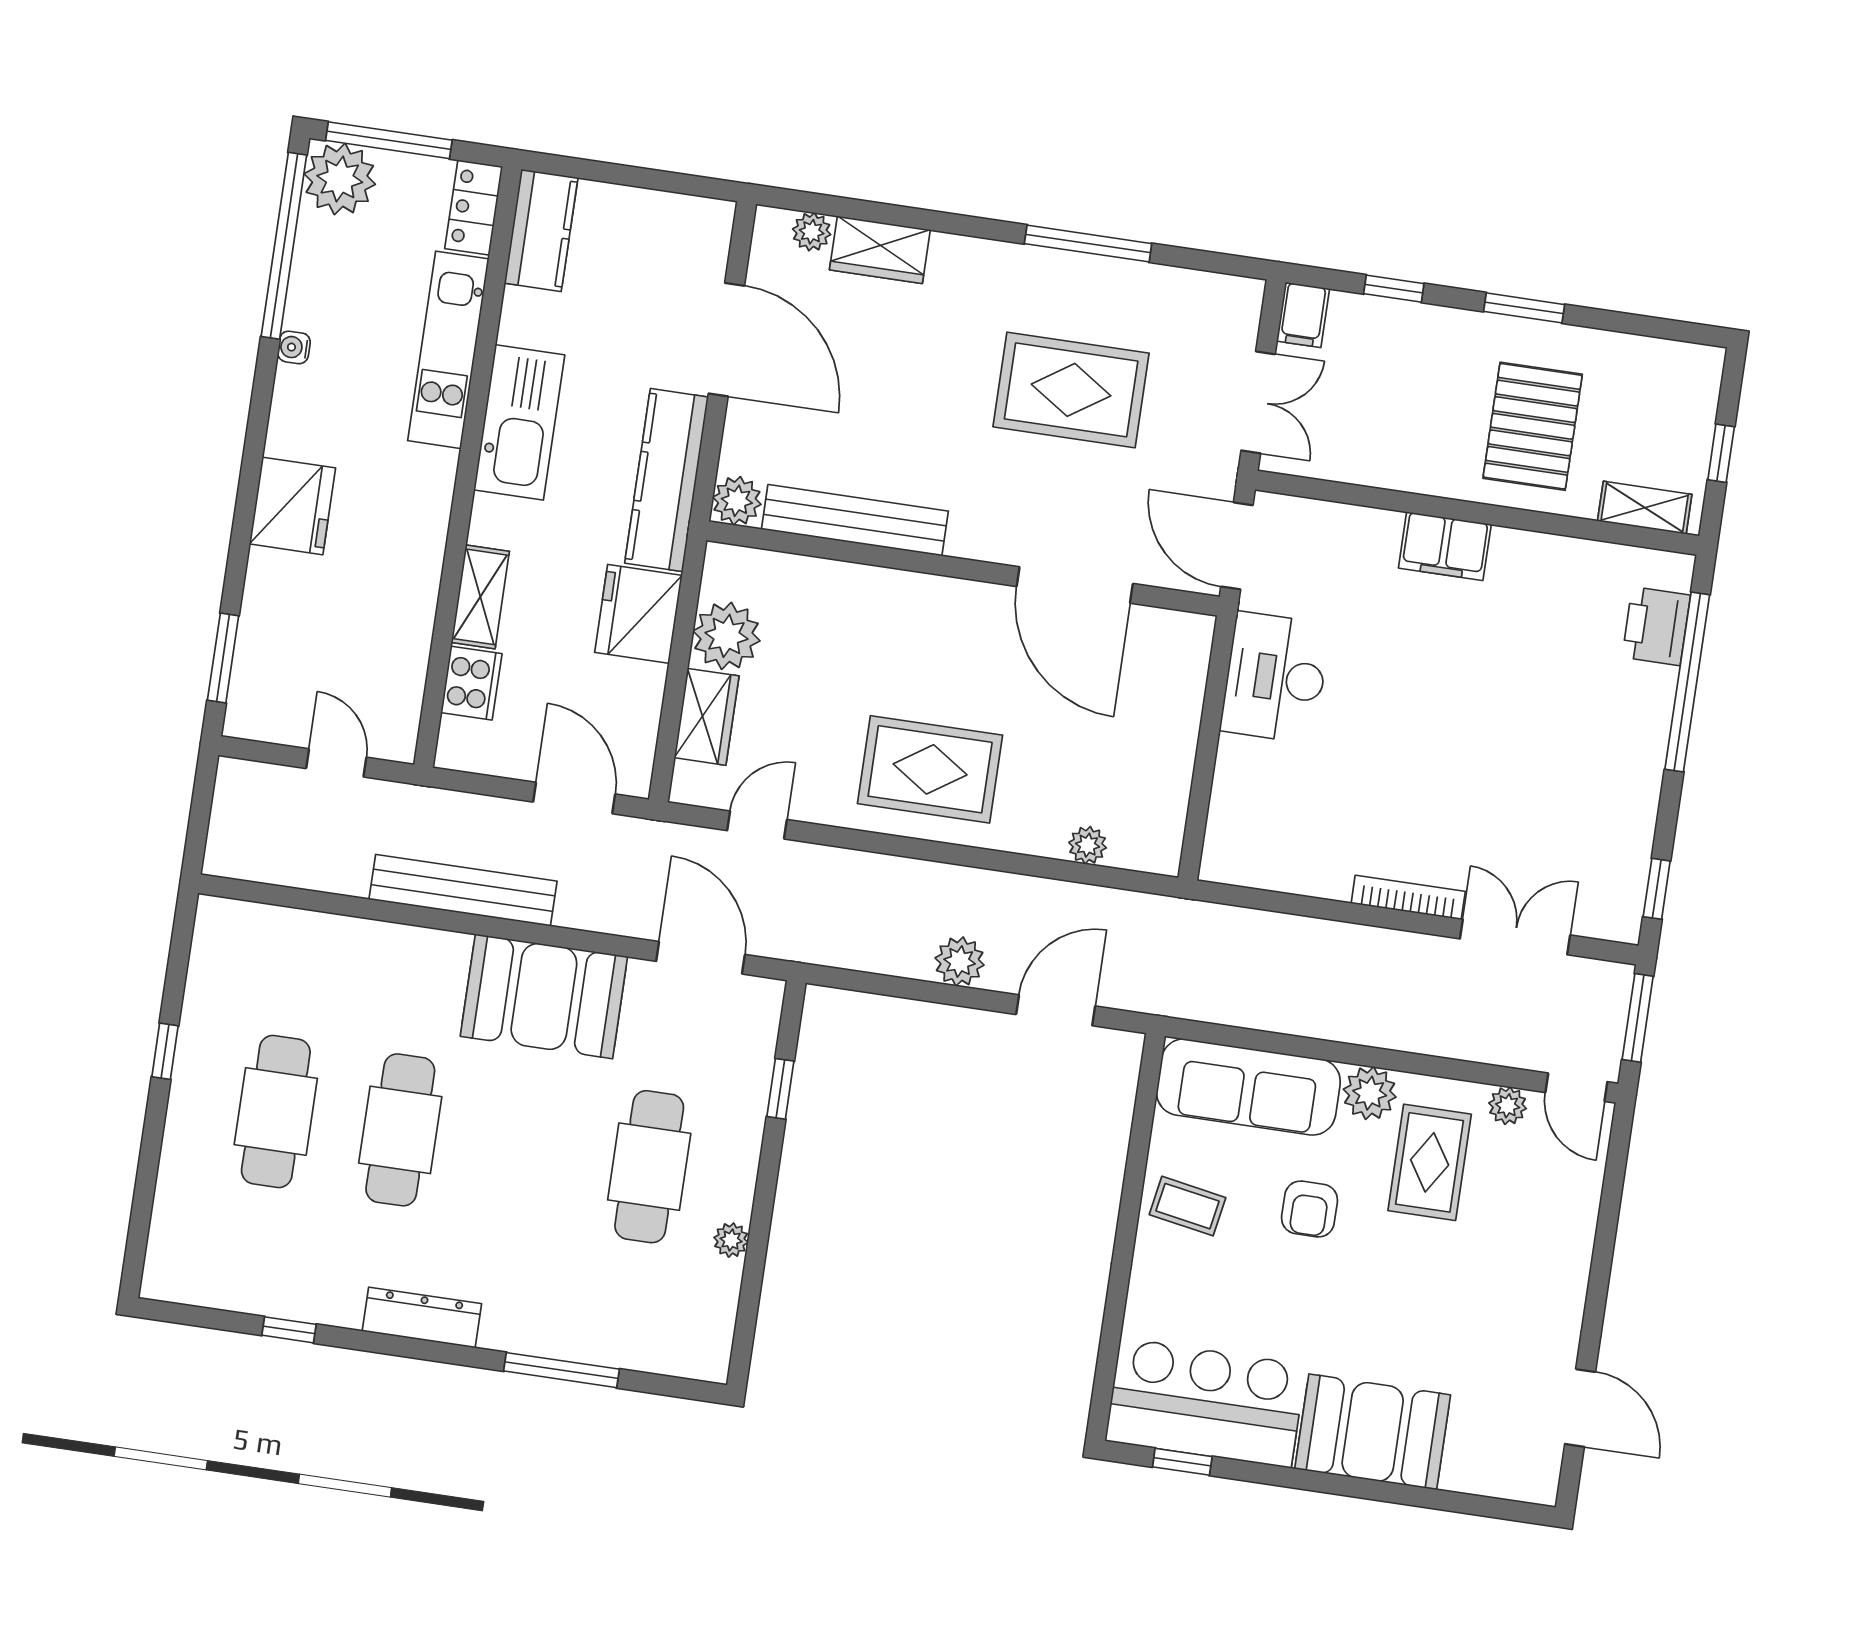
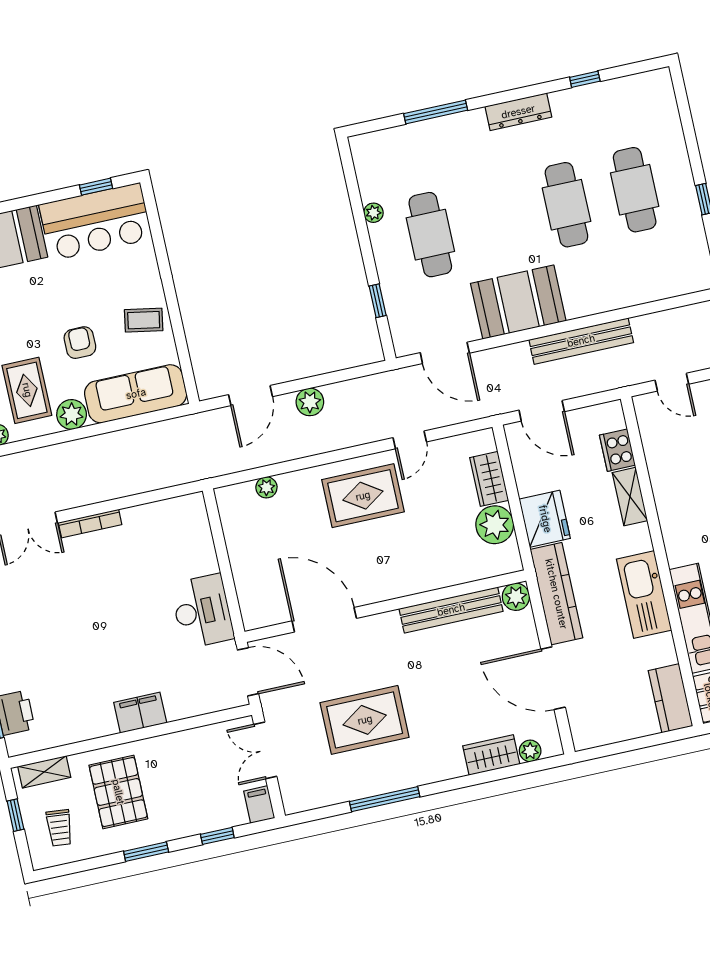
trolley: (1655, 404) -> (59, 828), added
door: (757, 825) -> (410, 440), moved

